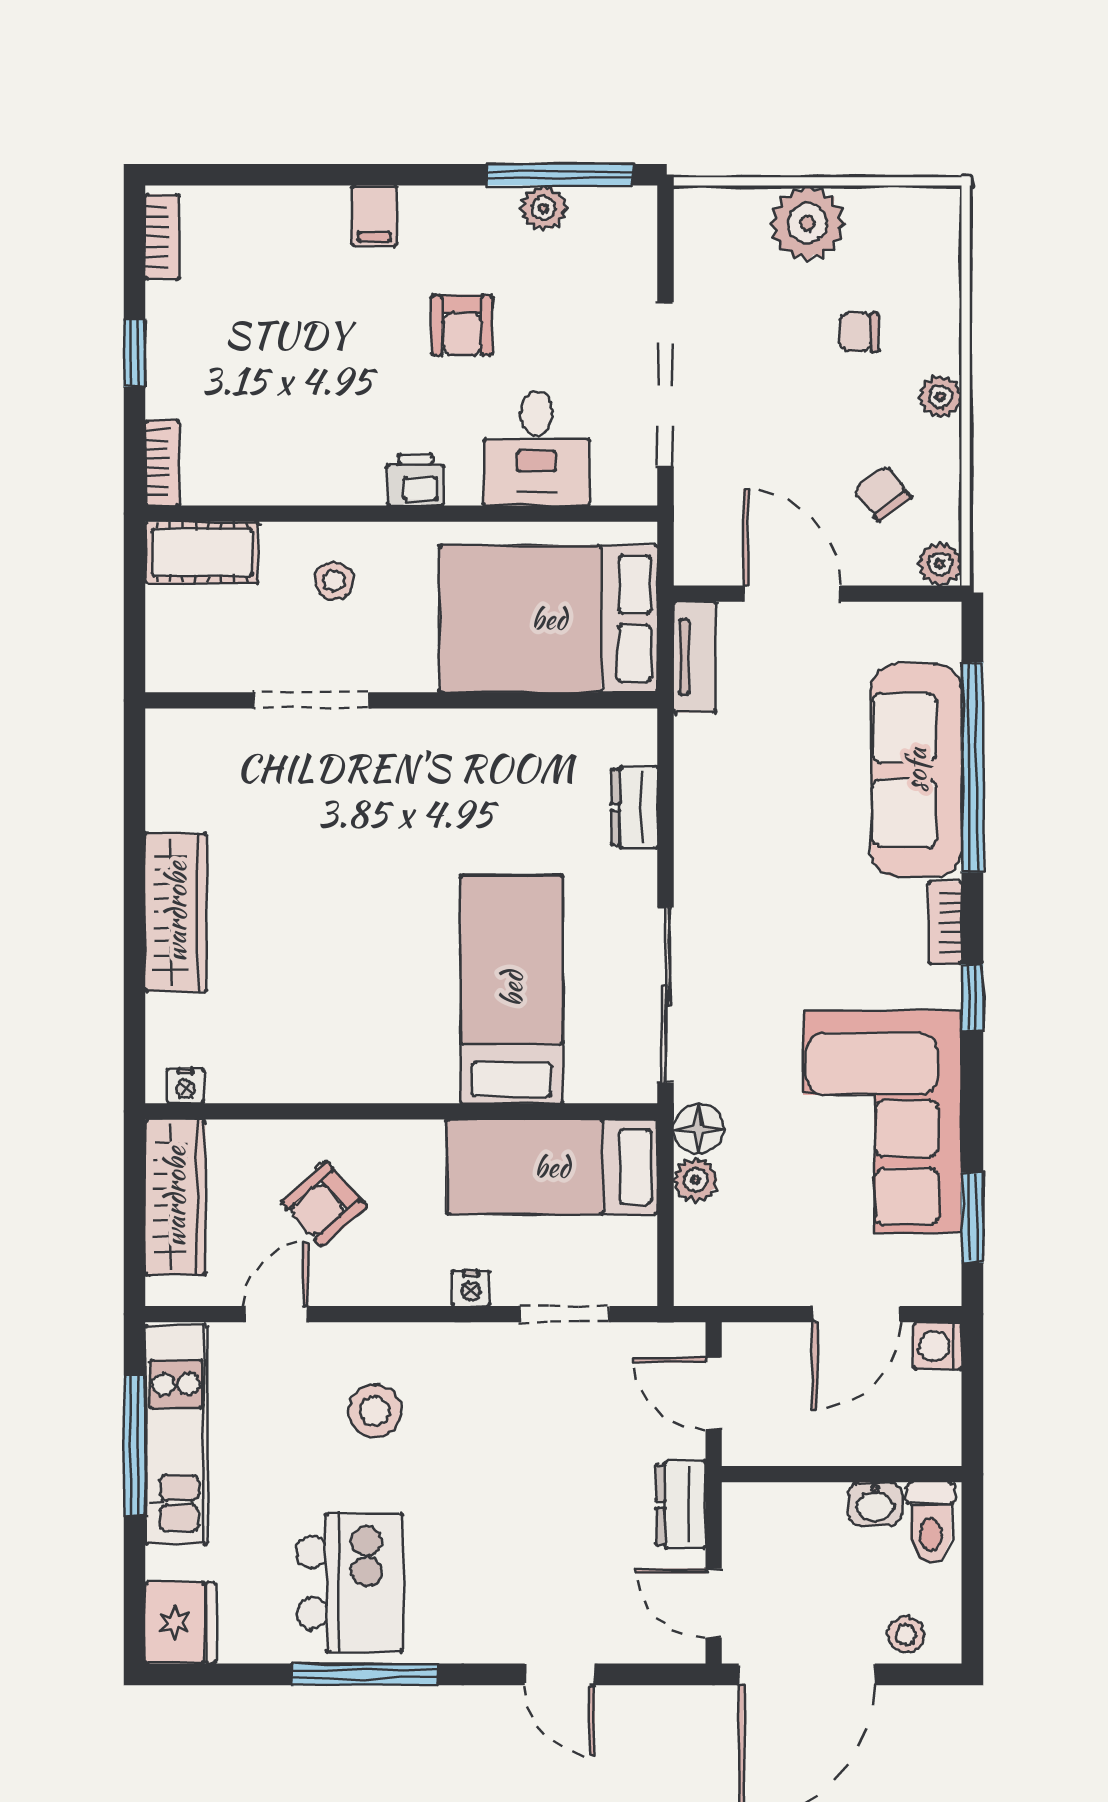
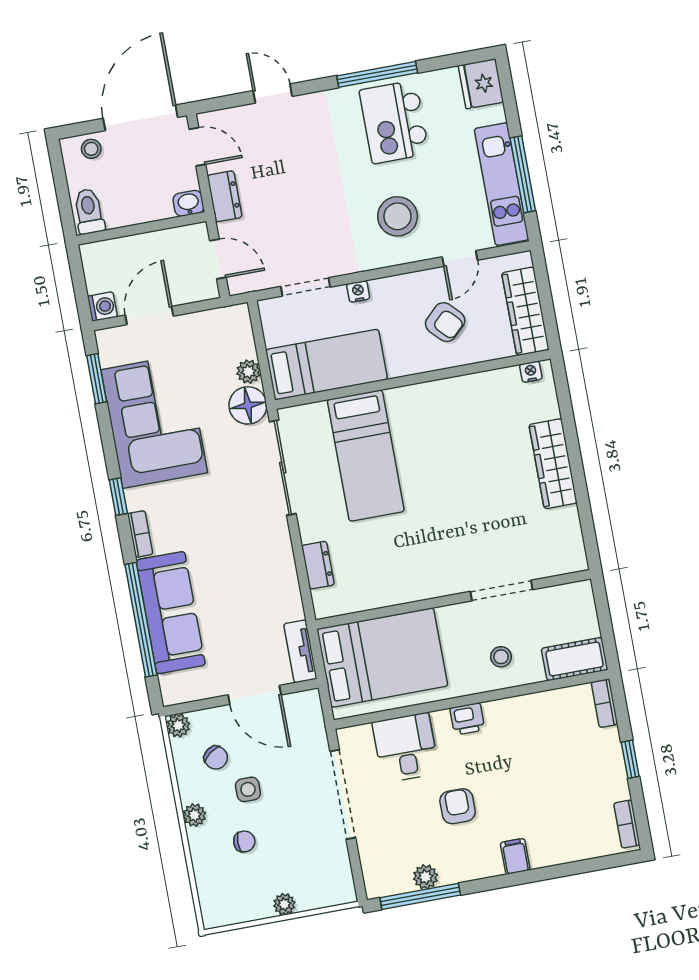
plant: (808, 223) -> (284, 904), width x0.53, depth x0.53
side table: (835, 425) -> (248, 789), added
floor lamp: (699, 1128) -> (248, 405), width x1.38, depth x1.38
armchair: (324, 1204) -> (445, 322), turned 88
stool: (375, 1411) -> (398, 216), width x1.38, depth x1.38
washbasin: (875, 1504) -> (188, 203), moved

